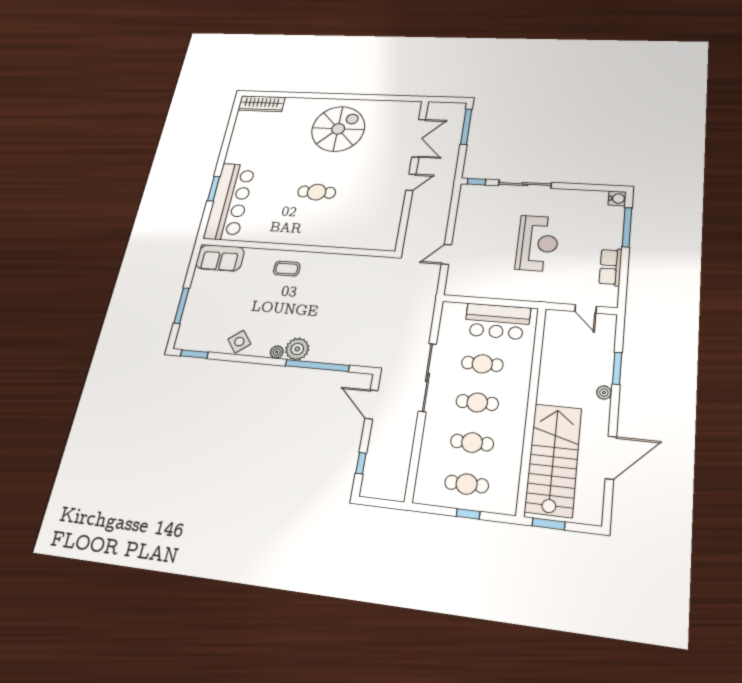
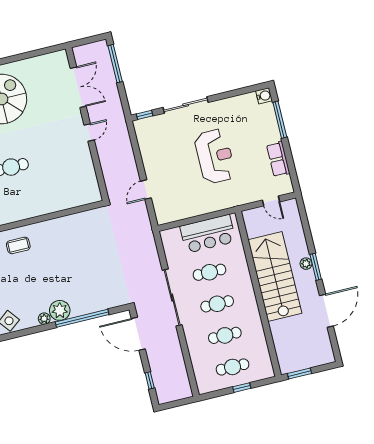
window: (617, 368) -> (316, 267), moved
door: (371, 405) -> (138, 334), width x1.36
stairs: (553, 459) -> (275, 277), moved

